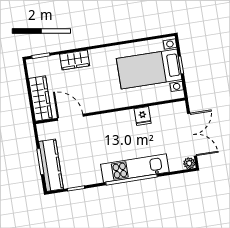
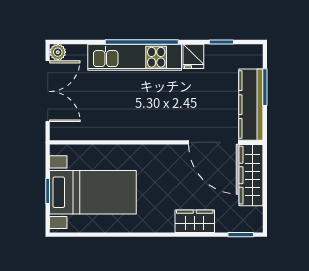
fridge: (143, 116) -> (193, 56), moved, turned 180
door: (70, 117) -> (213, 142), width x1.36
double door: (192, 135) -> (48, 91), swing flipped
kitchen counter: (51, 165) -> (251, 105), moved

